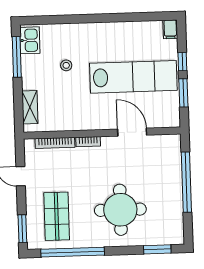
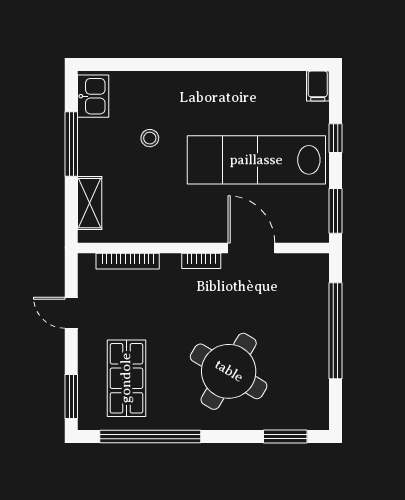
window: (17, 57) -> (71, 144), moved
lab bench: (133, 77) -> (256, 160), turned 180
window: (183, 93) -> (335, 211), moved
bookcase: (88, 142) -> (201, 261), moved
round table: (120, 210) -> (229, 371), turned 31

